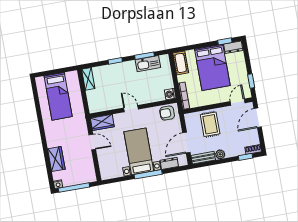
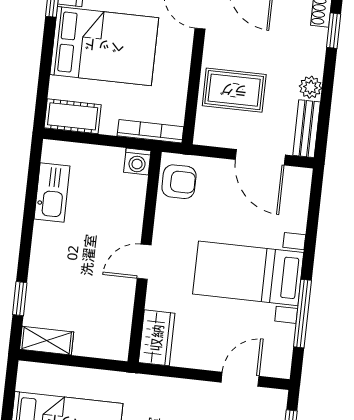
window: (145, 56) -> (31, 195), removed
window: (115, 61) -> (20, 299), moved
armchair: (167, 113) -> (179, 182), turned -90
door: (92, 142) -> (240, 379), moved
dresser: (169, 163) -> (297, 211), removed
window: (148, 174) -> (302, 314), moved

